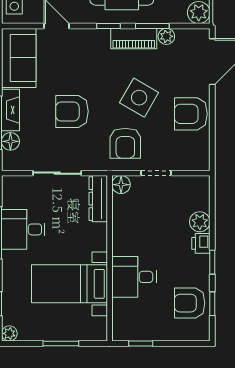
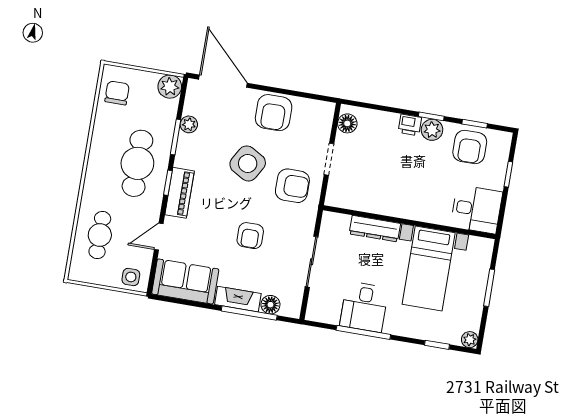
piano: (134, 39) -> (180, 193), moved
armchair: (72, 111) -> (250, 236), width x0.72, depth x0.72
floor lamp: (121, 185) -> (347, 123), moved
dresser: (98, 199) -> (375, 229), moved
plant: (200, 222) -> (432, 130), moved
desk: (134, 277) -> (476, 209), moved, turned -90
window: (141, 344) -> (508, 174), moved

